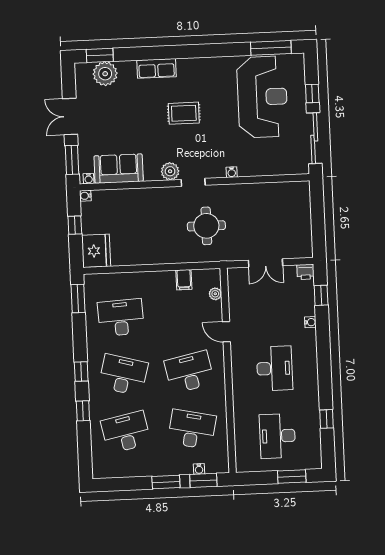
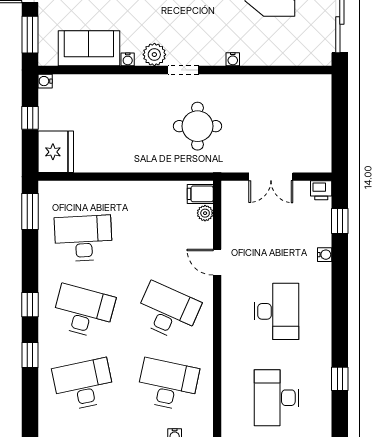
water cooler: (89, 179) -> (128, 59), moved
filing cabinet: (184, 280) -> (200, 194), moved, turned 90
desk: (189, 372) -> (168, 311), turned 36

